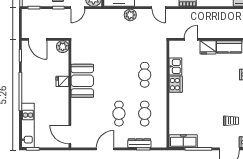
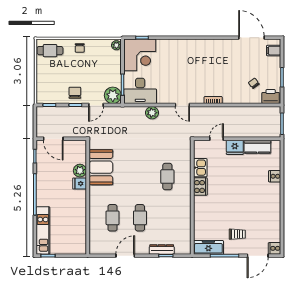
plant: (63, 47) -> (80, 171), moved
booth: (82, 81) -> (101, 167), moved
cafe table: (145, 114) -> (112, 218), moved
trolley: (231, 121) -> (237, 234), moved
door: (70, 135) -> (88, 240), removed

